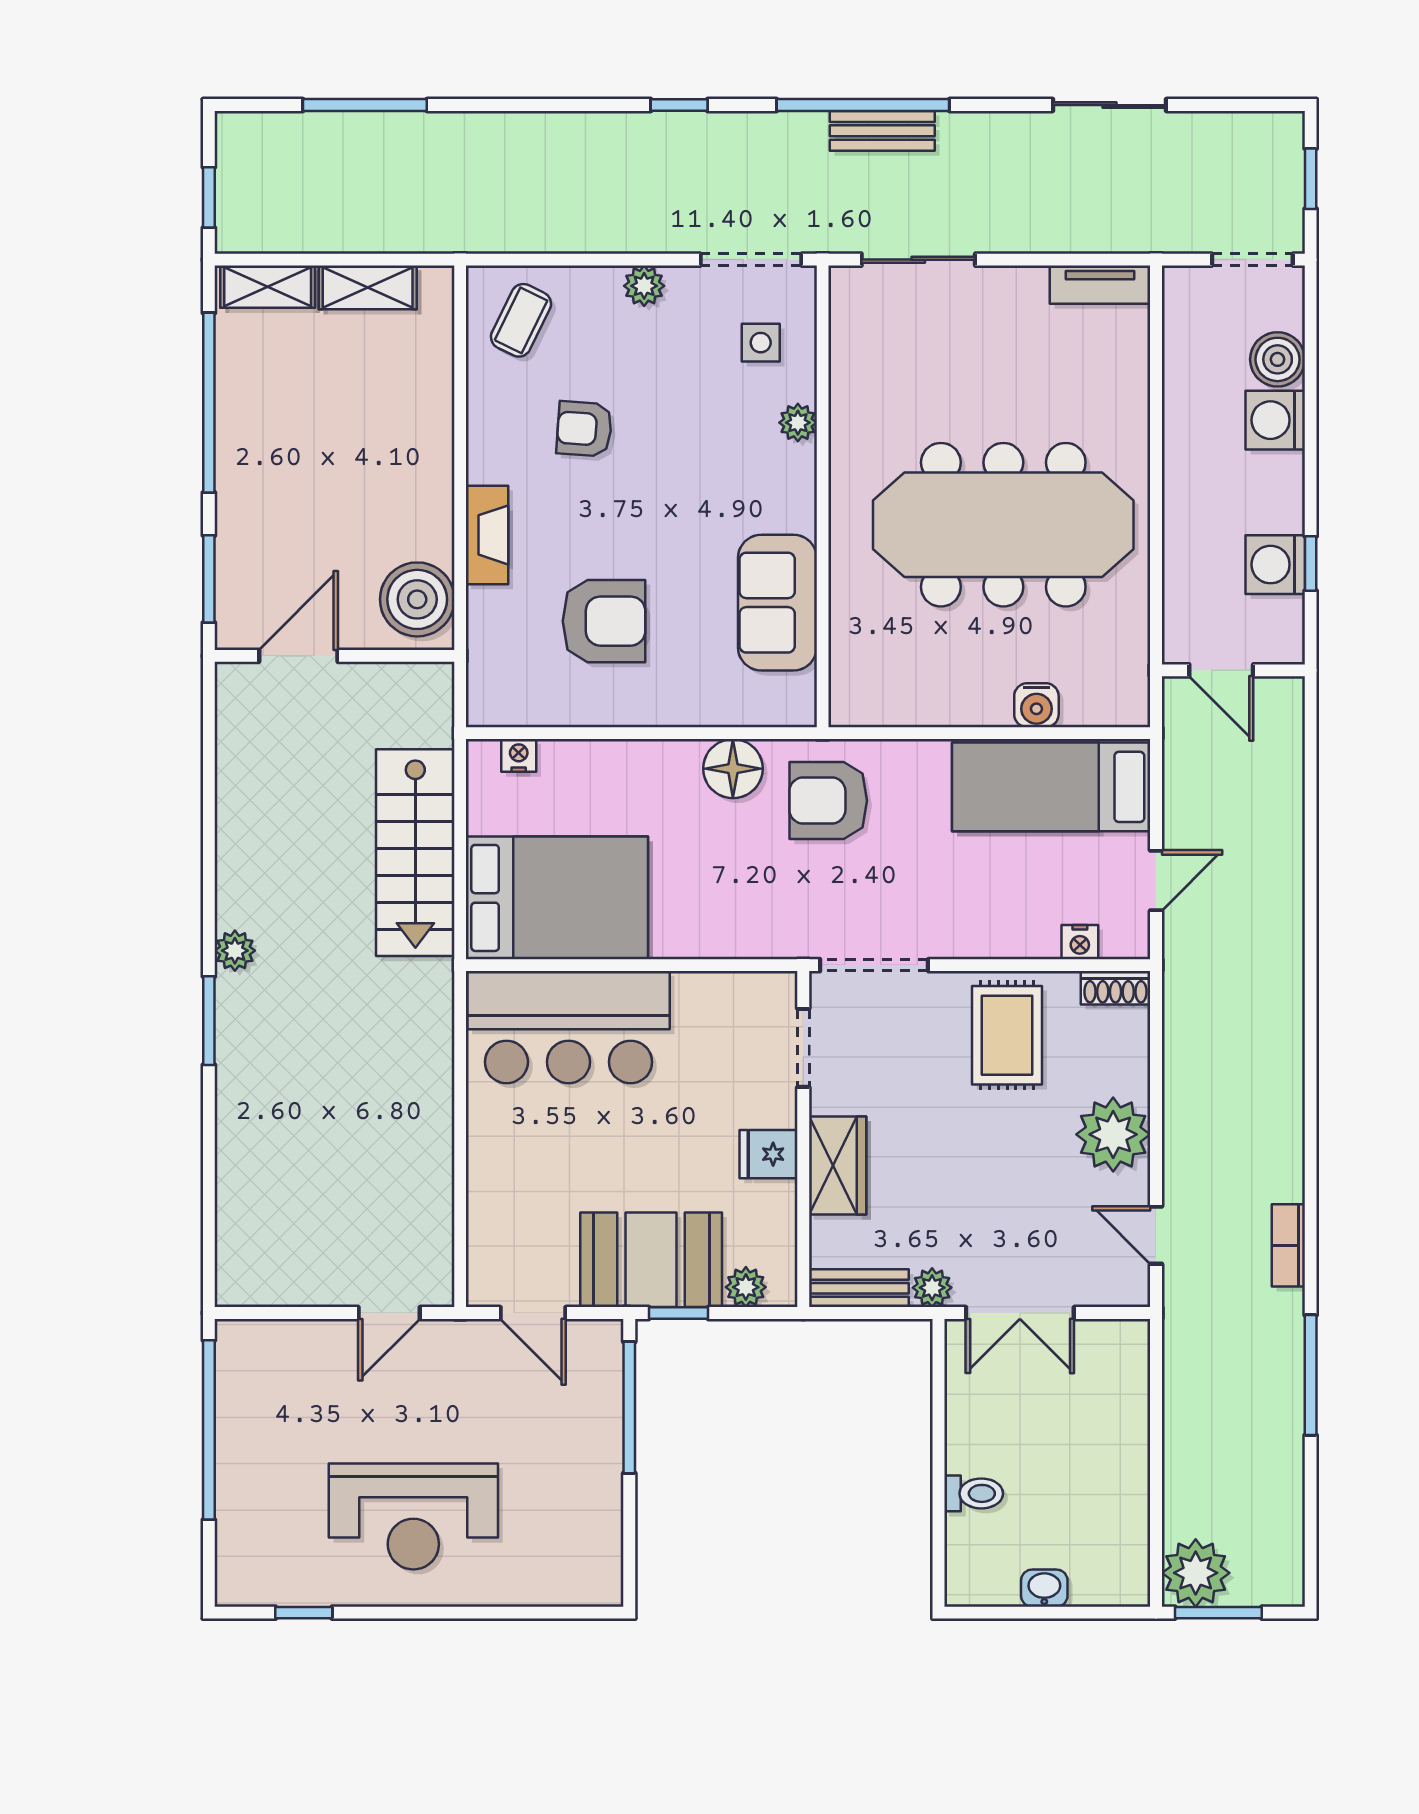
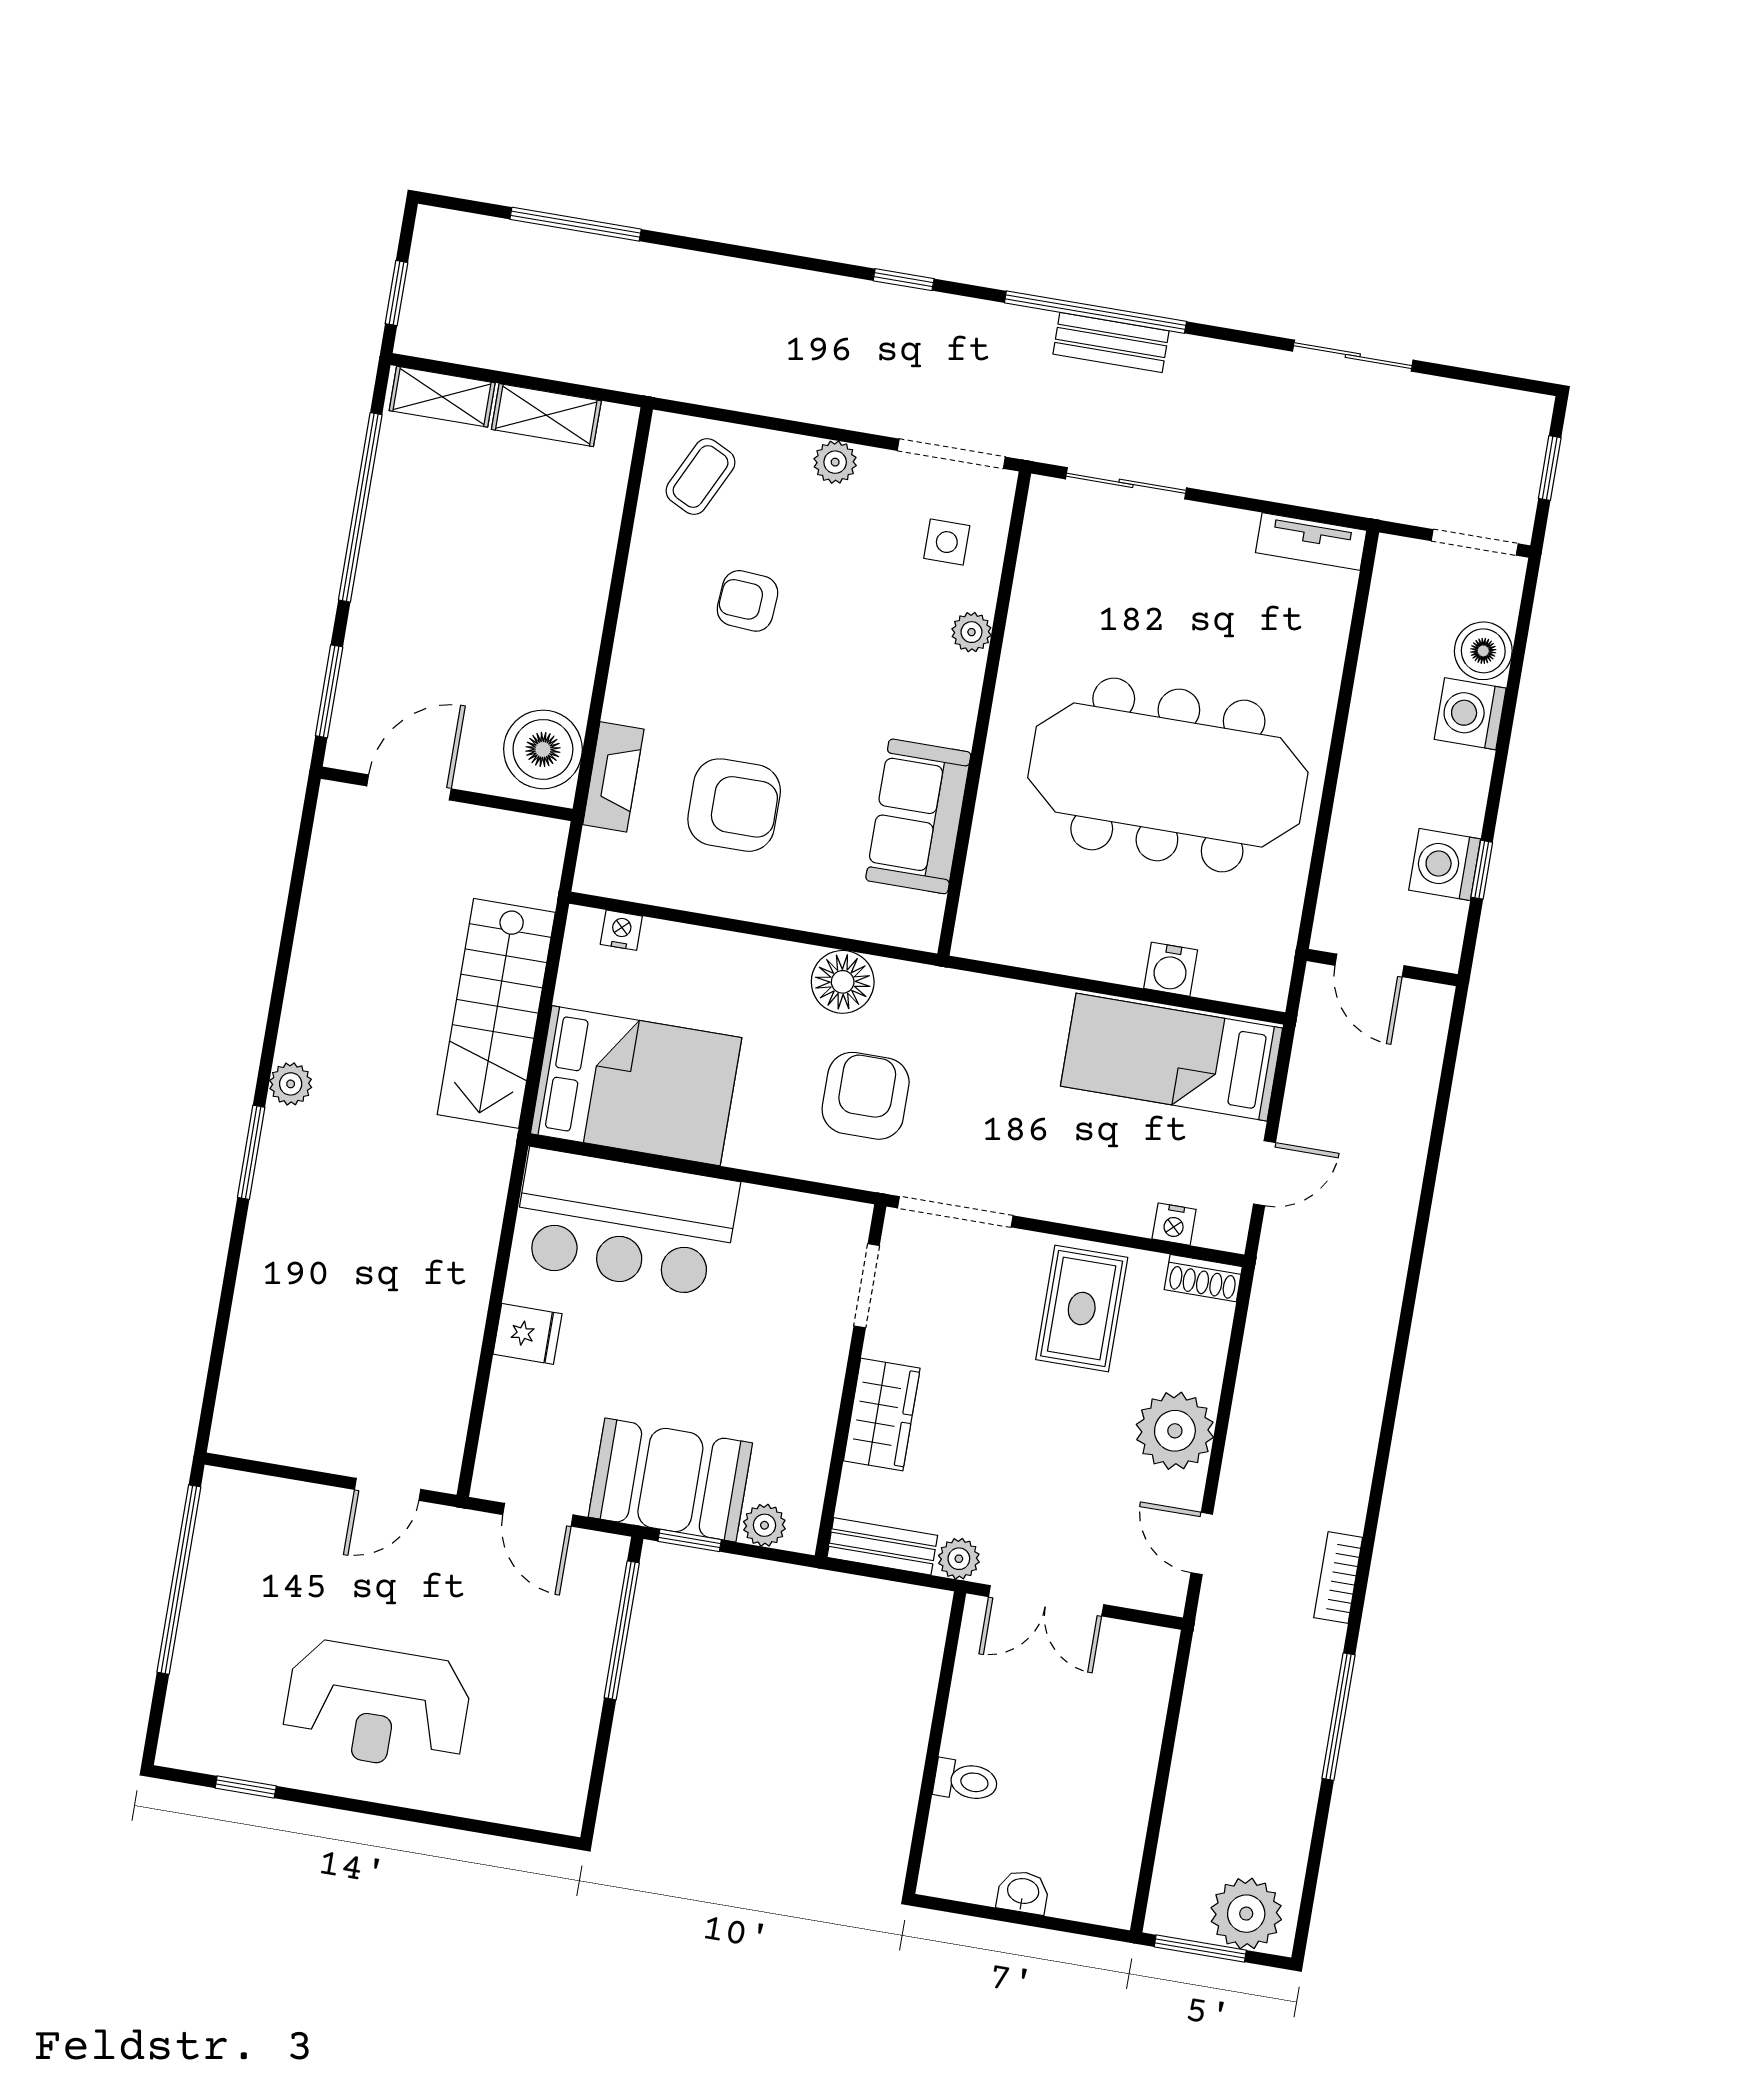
fireplace: (487, 535) -> (613, 777), moved
armchair: (828, 801) -> (866, 1096), moved, turned 90
fridge: (768, 1154) -> (527, 1334), moved, turned 180
plant: (1196, 1573) -> (1246, 1914), moved

